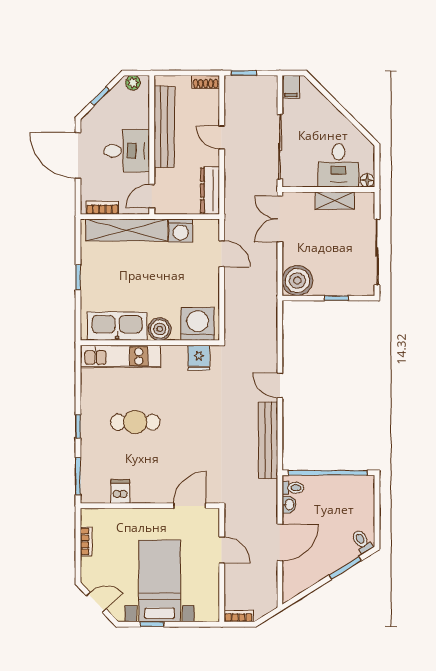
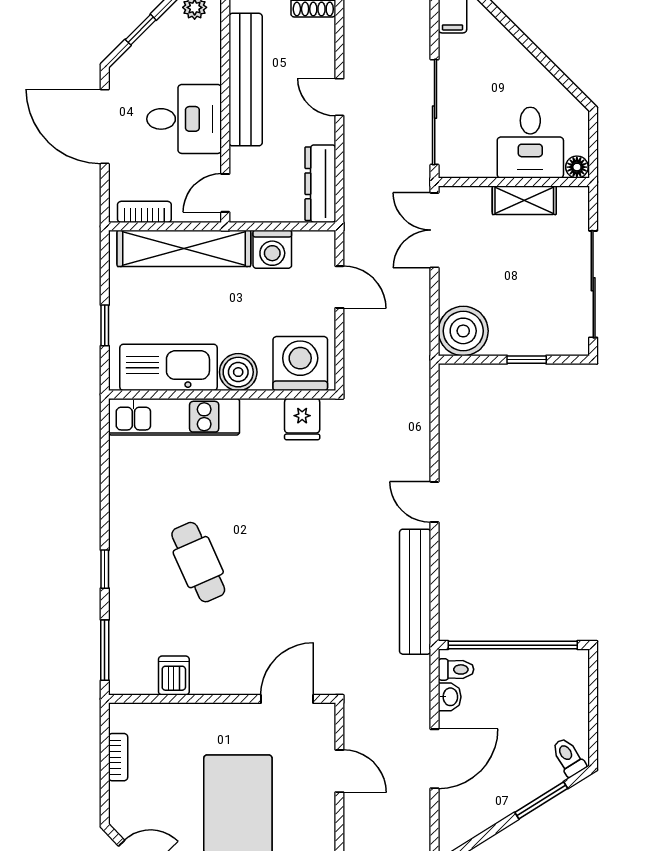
washing machine: (198, 324) -> (300, 364), moved
kitchen sink: (117, 326) -> (169, 367), moved
boiler: (160, 329) -> (238, 372), moved
wall: (150, 343) -> (222, 394), moved
kitchen unit: (120, 356) -> (174, 417), moved
fridge: (199, 358) -> (302, 419), moved
cafe table: (135, 422) -> (198, 562), turned 66

